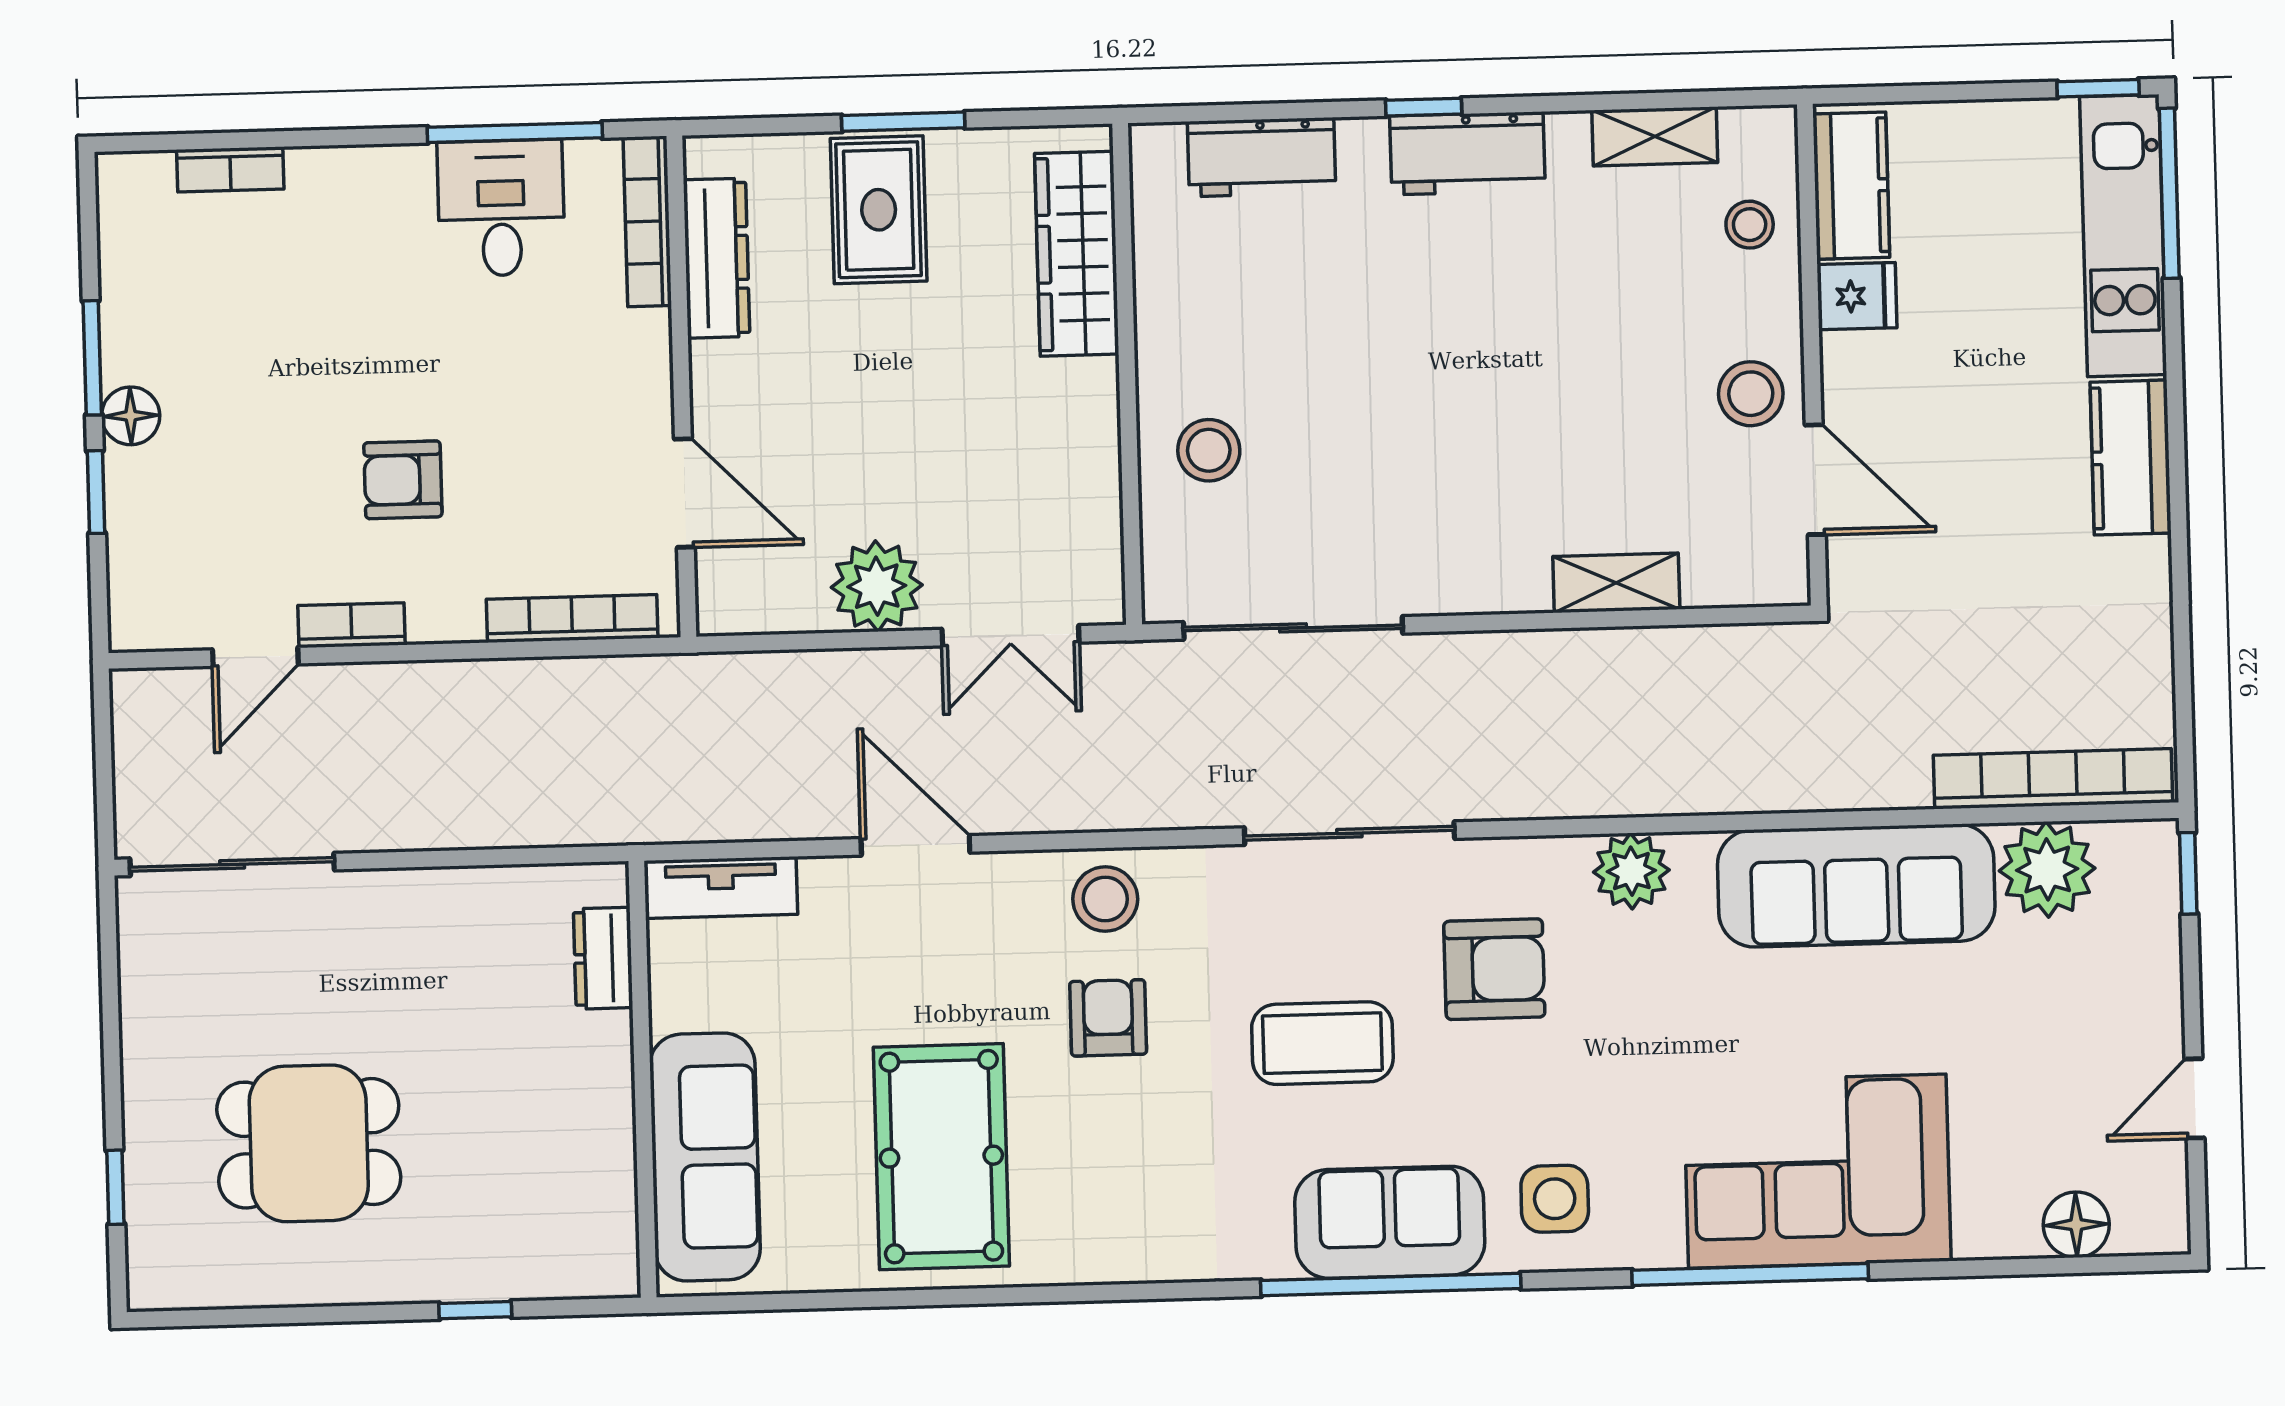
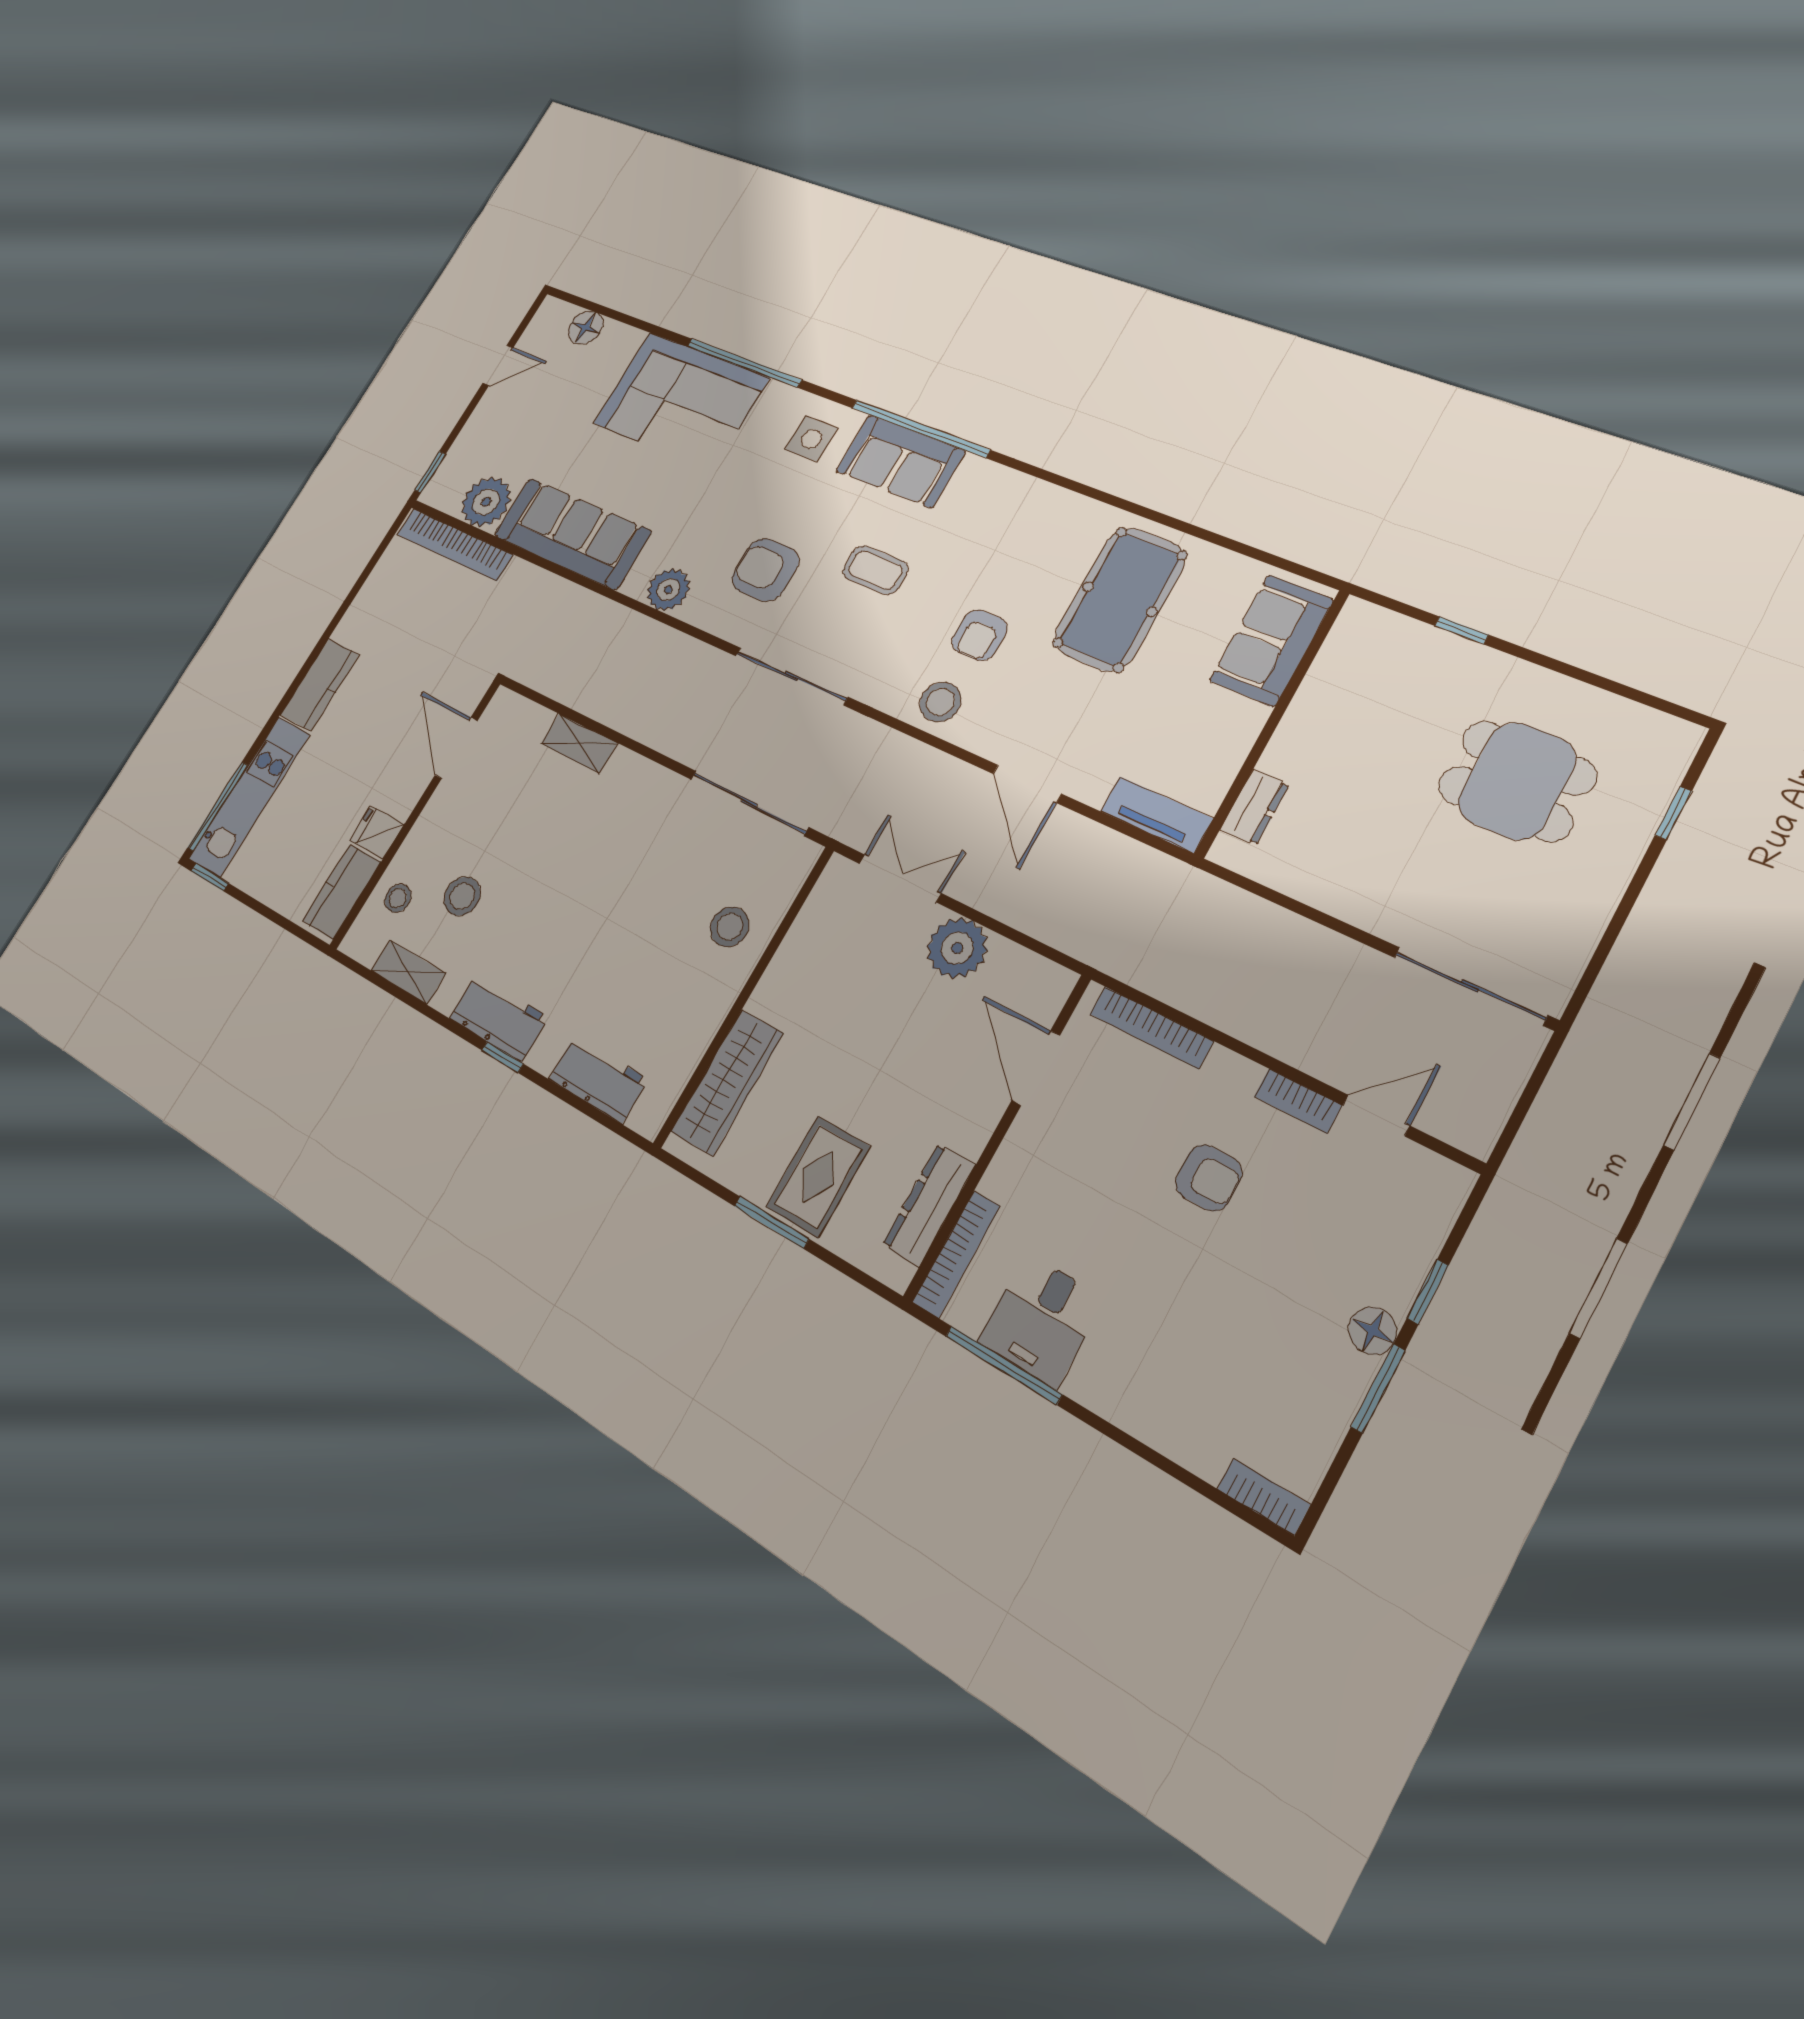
bookcase: (230, 169) -> (1263, 1497), moved
stool: (1751, 394) -> (462, 896), moved
coffee table: (1322, 1043) -> (875, 570), width x0.73, depth x0.77
sofa: (705, 1157) -> (1271, 640), width x0.73

